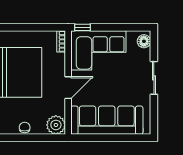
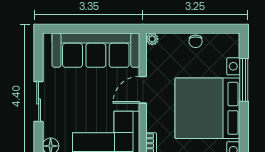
plant: (56, 125) -> (152, 39), width x0.53, depth x0.53

